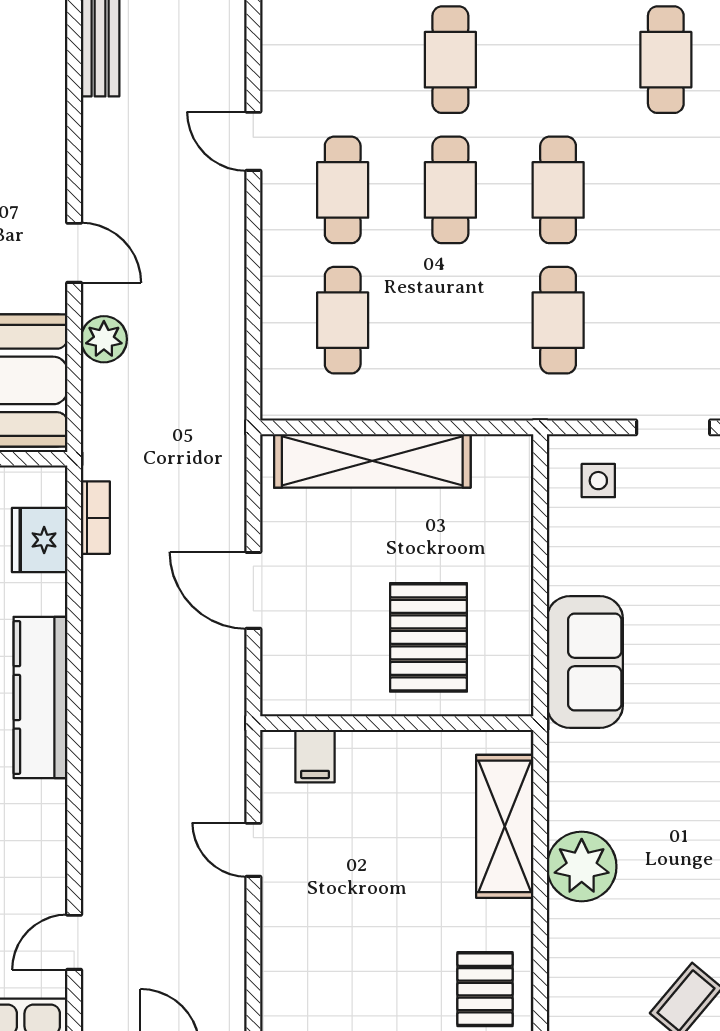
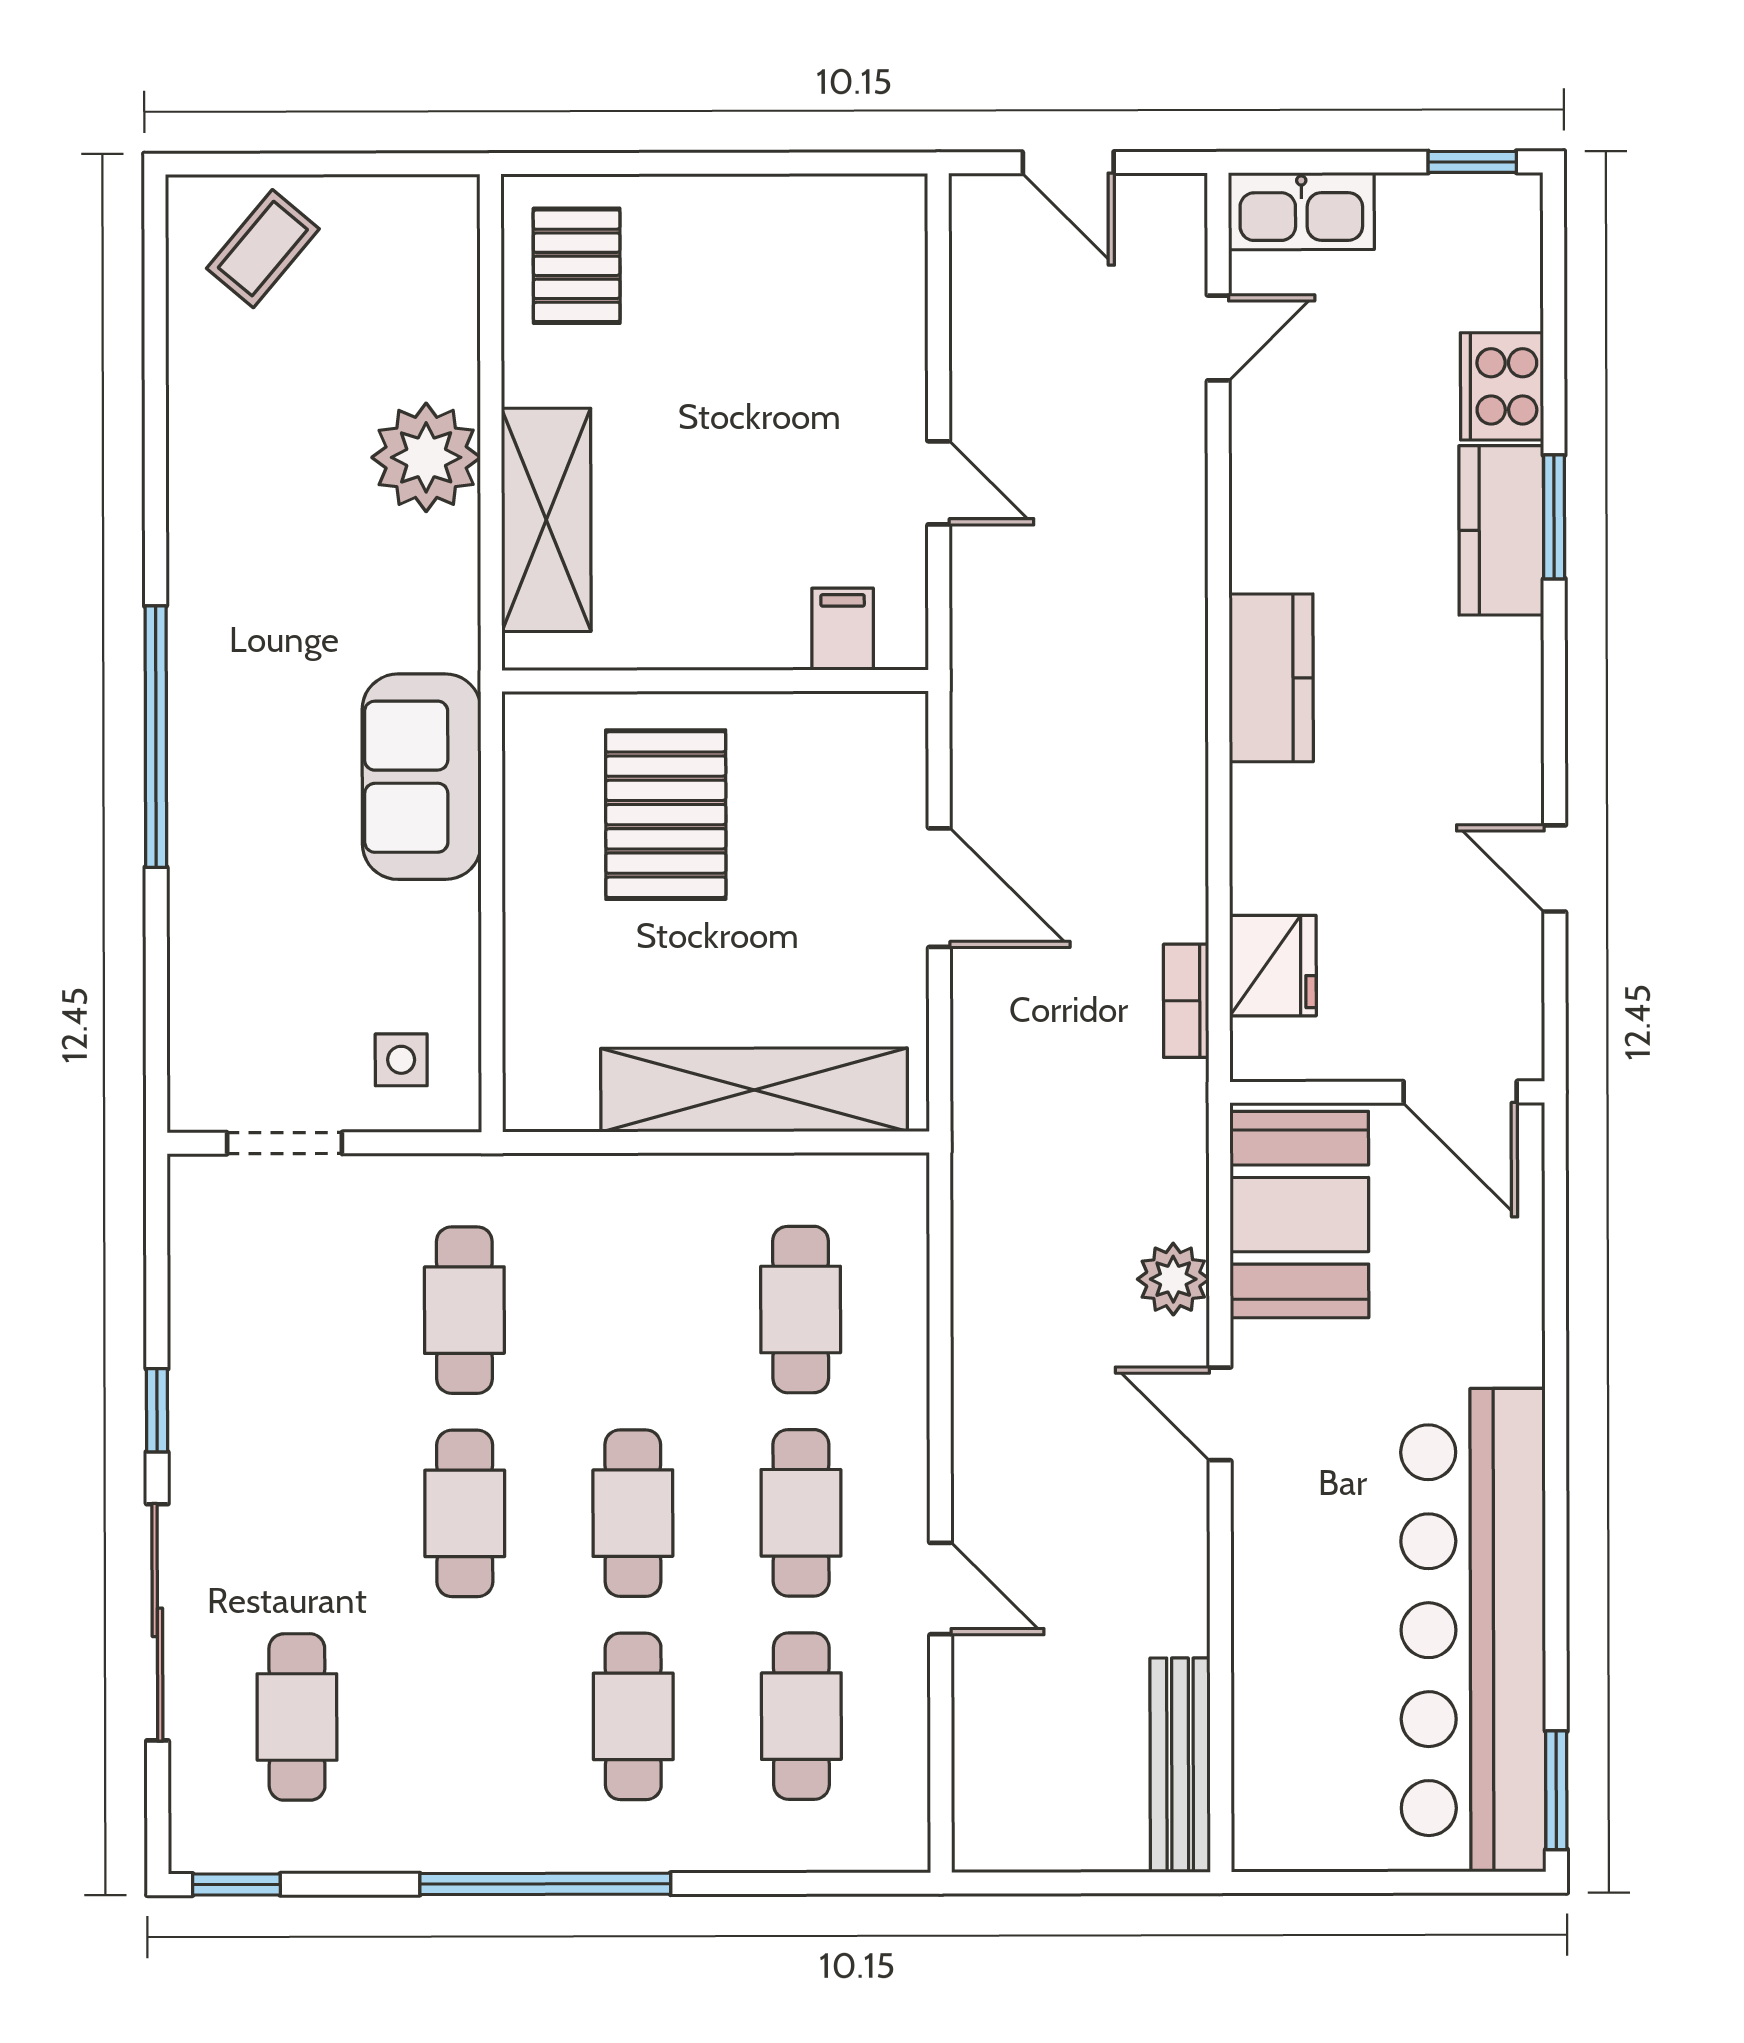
cafe table: (343, 60) -> (801, 1716), added
kitchen counter: (40, 697) -> (1271, 678), width x0.67

